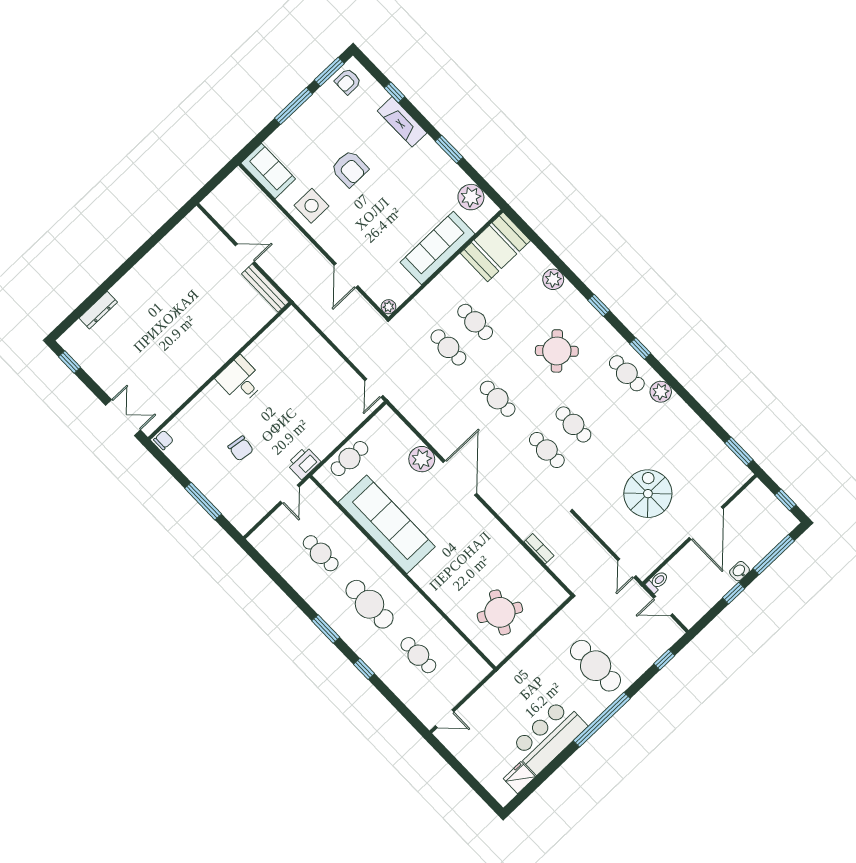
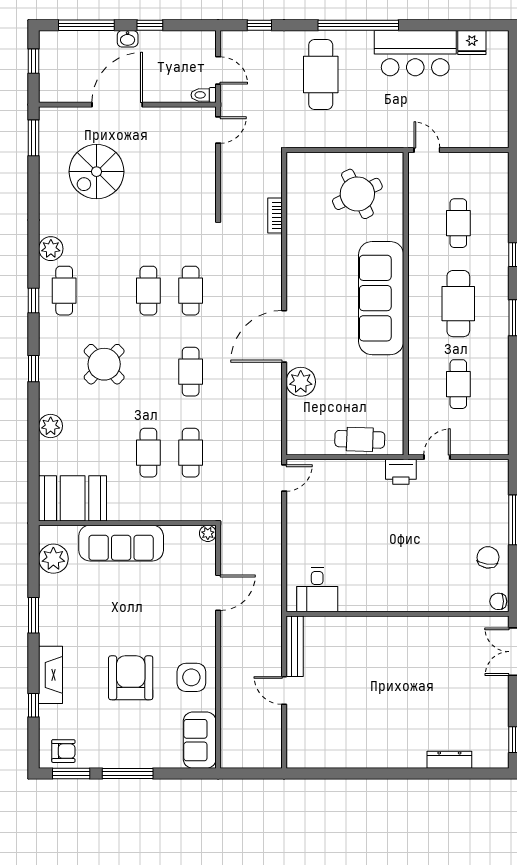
armchair: (350, 169) -> (131, 678), width x1.36, depth x1.36
desk: (240, 380) -> (317, 590), moved
chair: (241, 448) -> (488, 557), moved
spiral stairs: (648, 494) -> (97, 172), moved
sofa: (387, 524) -> (381, 298), moved
round table: (500, 612) -> (357, 194), turned 35
door: (445, 719) -> (427, 150), moved

